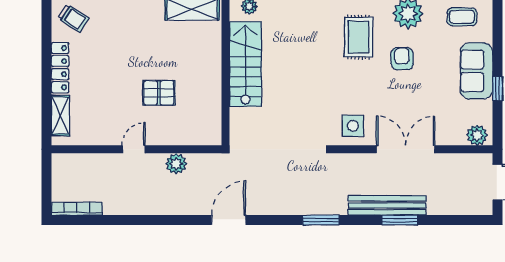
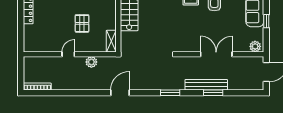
pallet: (159, 93) -> (82, 23), turned 90
shelving: (60, 115) -> (111, 41), moved
side table: (353, 126) -> (188, 41), removed

